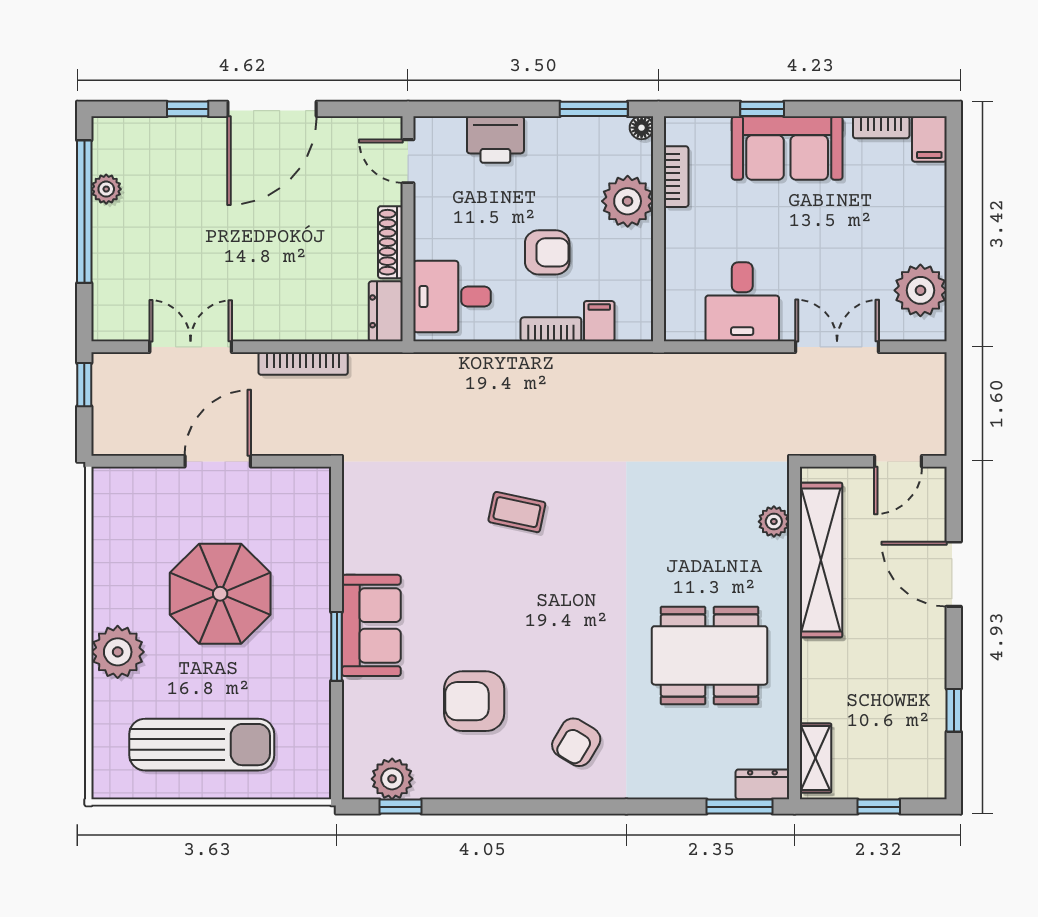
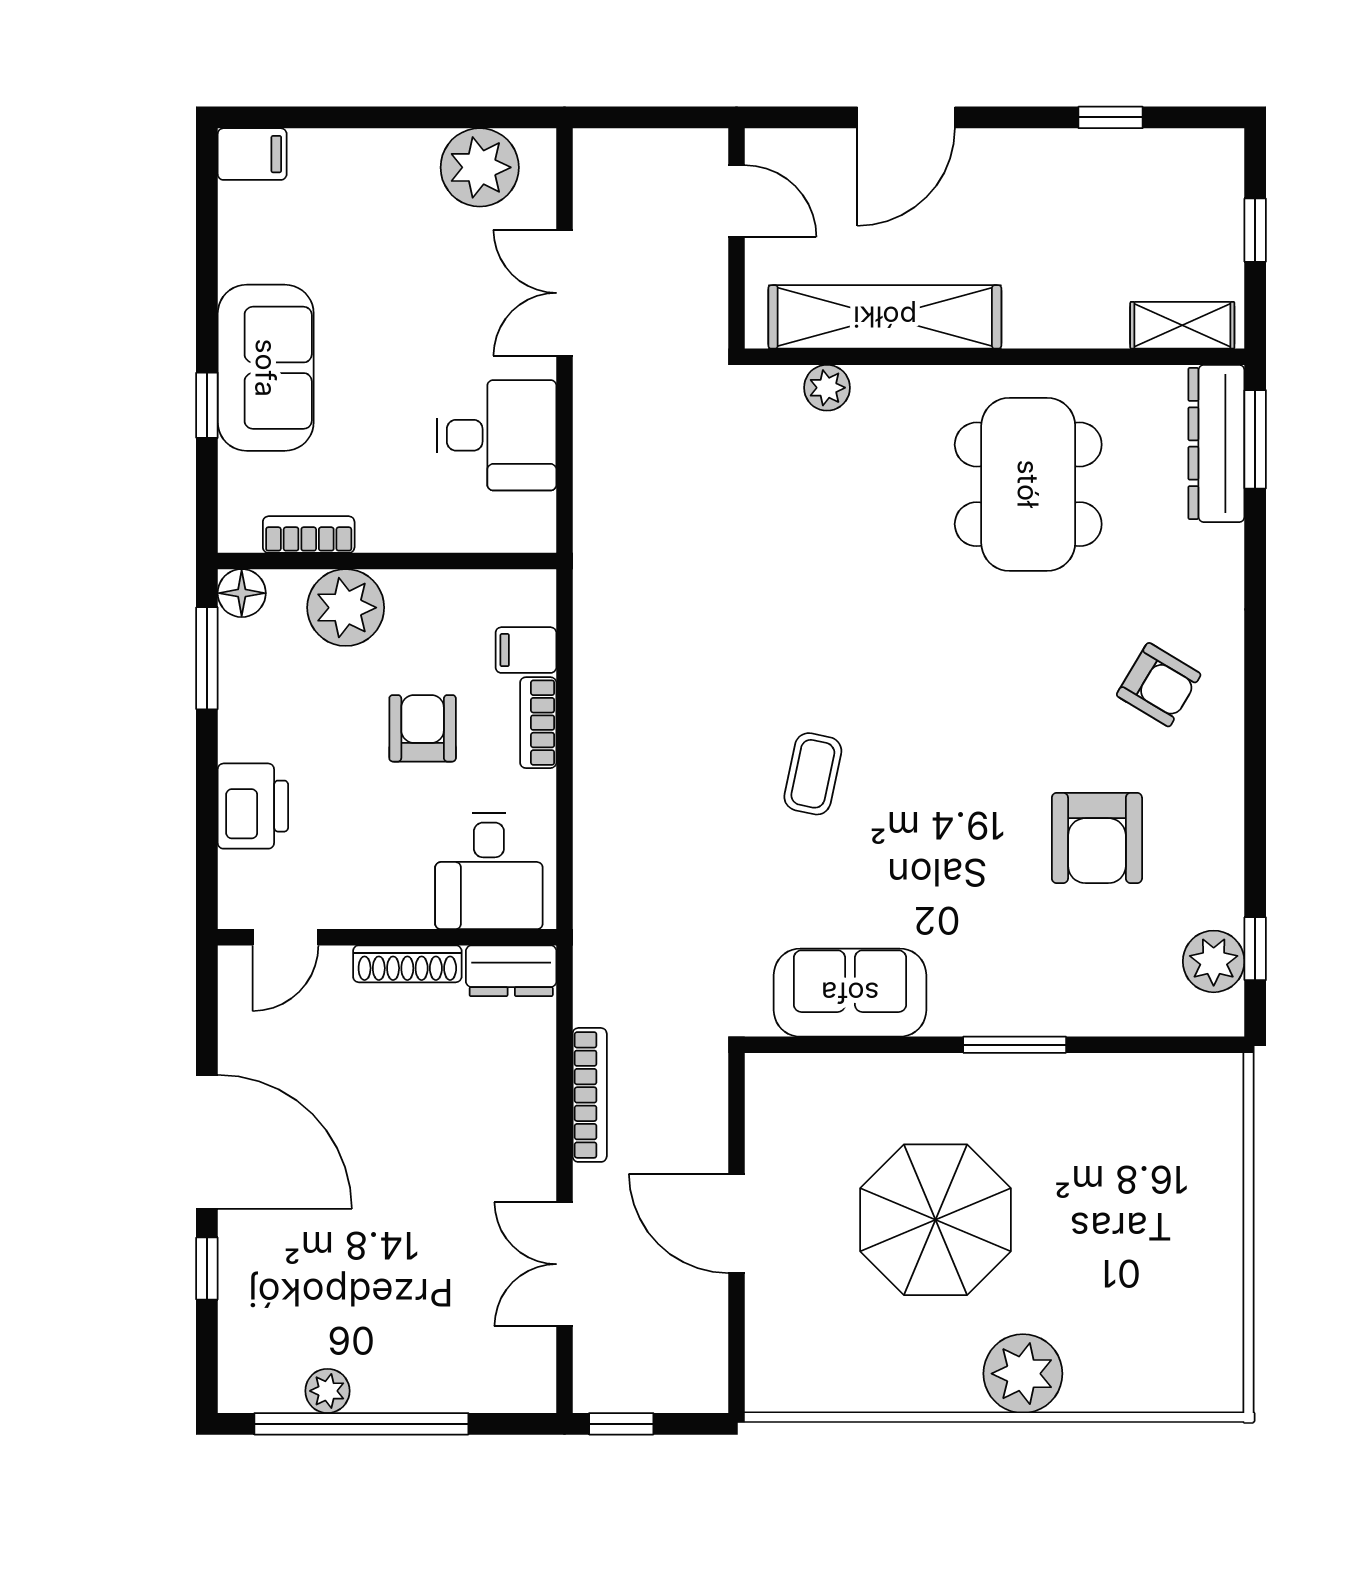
bookcase: (881, 127) -> (235, 226), removed
floor lamp: (642, 128) -> (242, 593), width x1.37, depth x1.37
sofa: (371, 625) -> (850, 993), moved
sun lounger: (202, 745) -> (1162, 1247), removed
dresser: (762, 784) -> (1216, 444), width x1.96, depth x1.24

